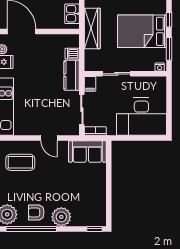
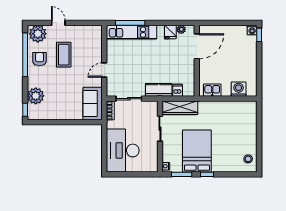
wardrobe: (92, 28) -> (180, 108), moved
filing cabinet: (90, 84) -> (151, 106), removed
coffee table: (20, 162) -> (64, 55), moved
plant: (61, 217) -> (36, 96), moved

